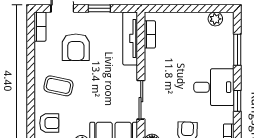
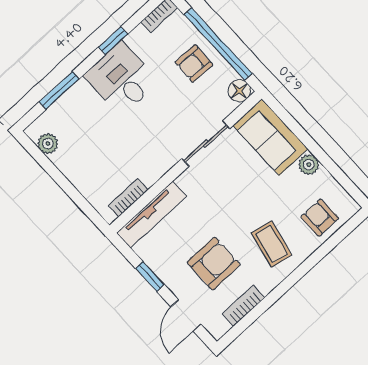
bookcase: (40, 27) -> (243, 306), moved

